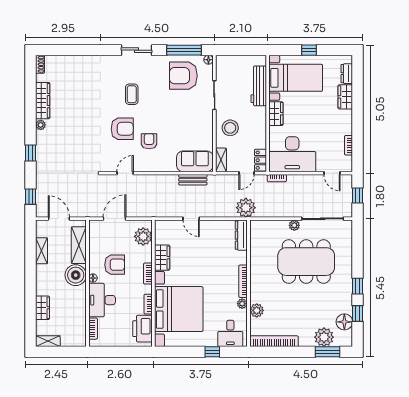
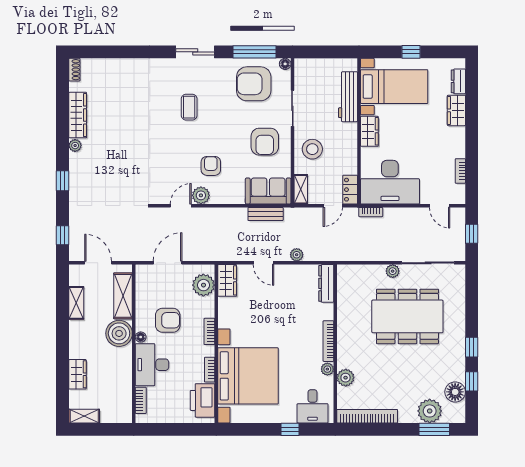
armchair: (122, 129) -> (265, 142), moved, turned 90
plant: (141, 165) -> (201, 195), added
plant: (246, 208) -> (297, 255), moved, width x0.53, depth x0.53
wardrobe: (162, 258) -> (227, 280), moved

